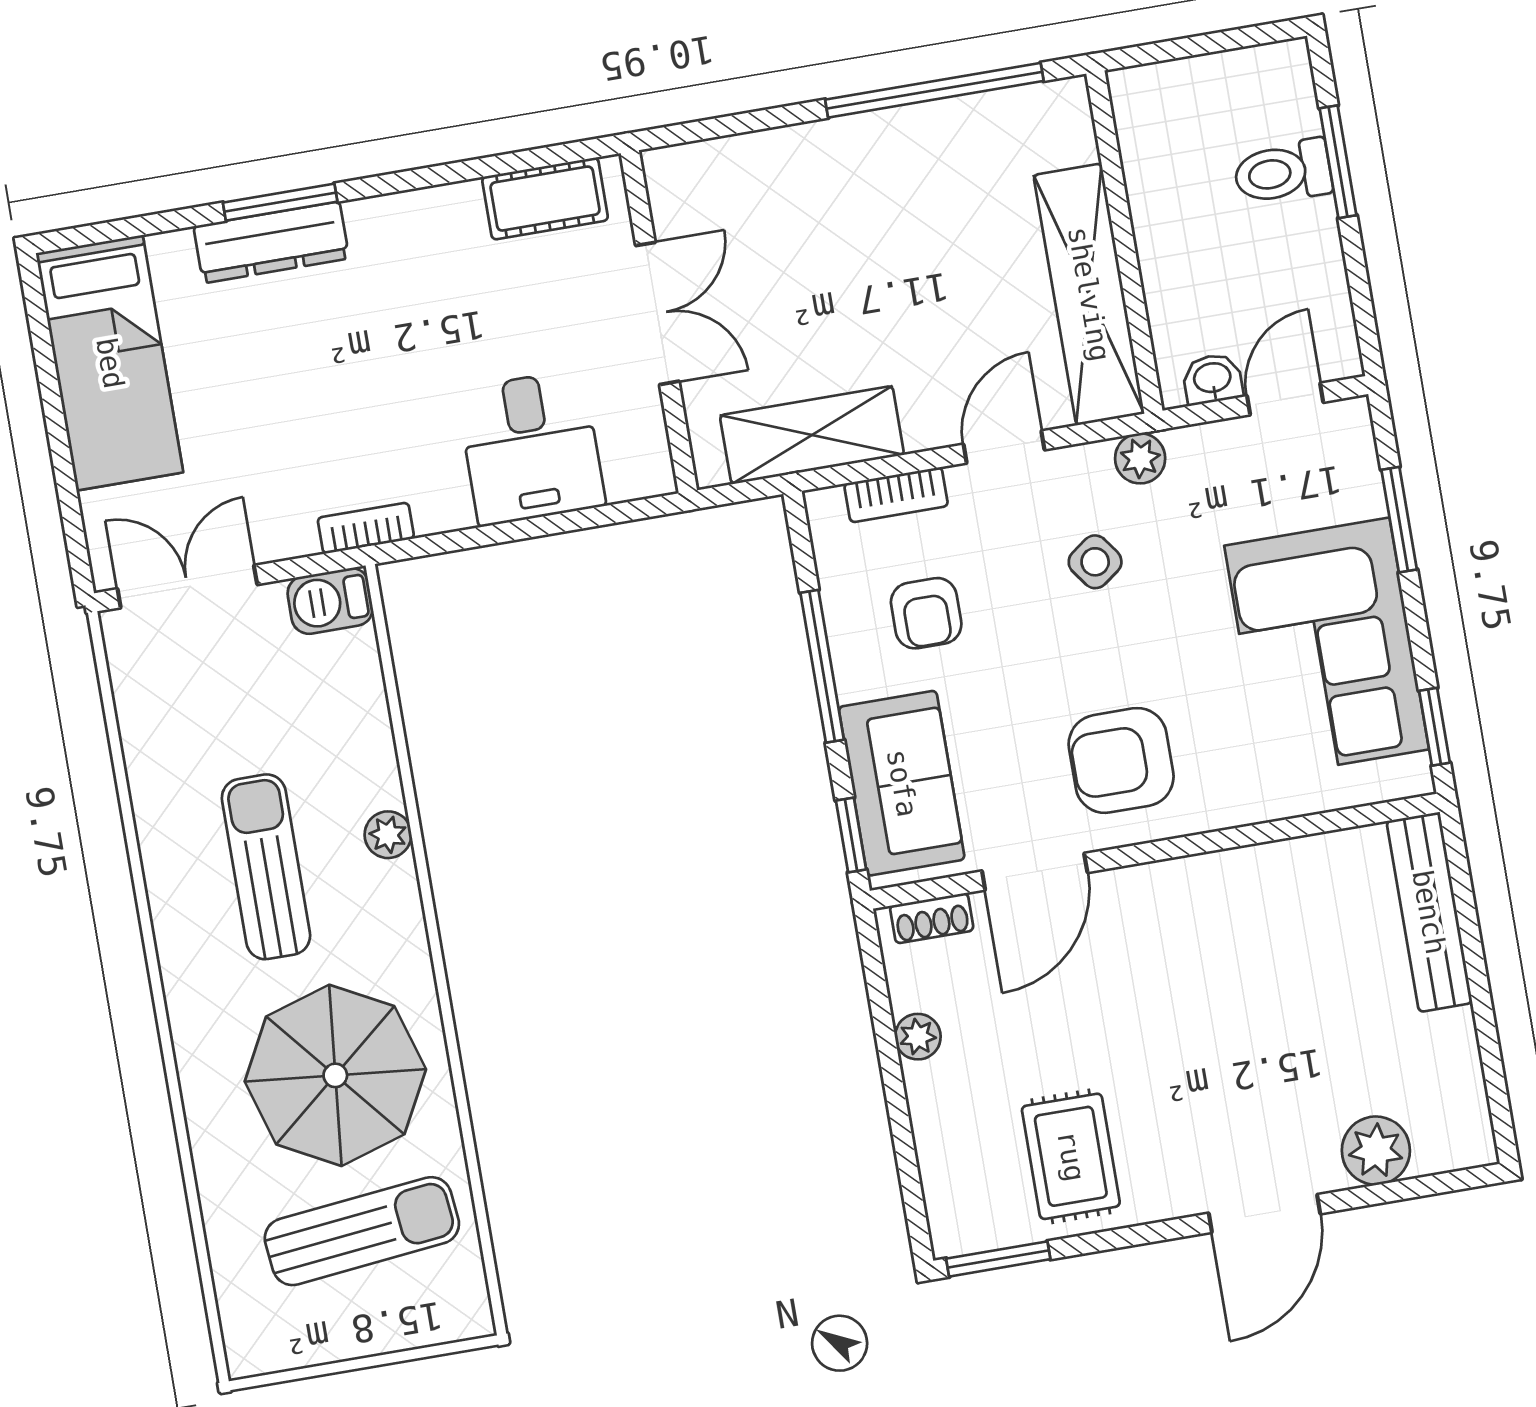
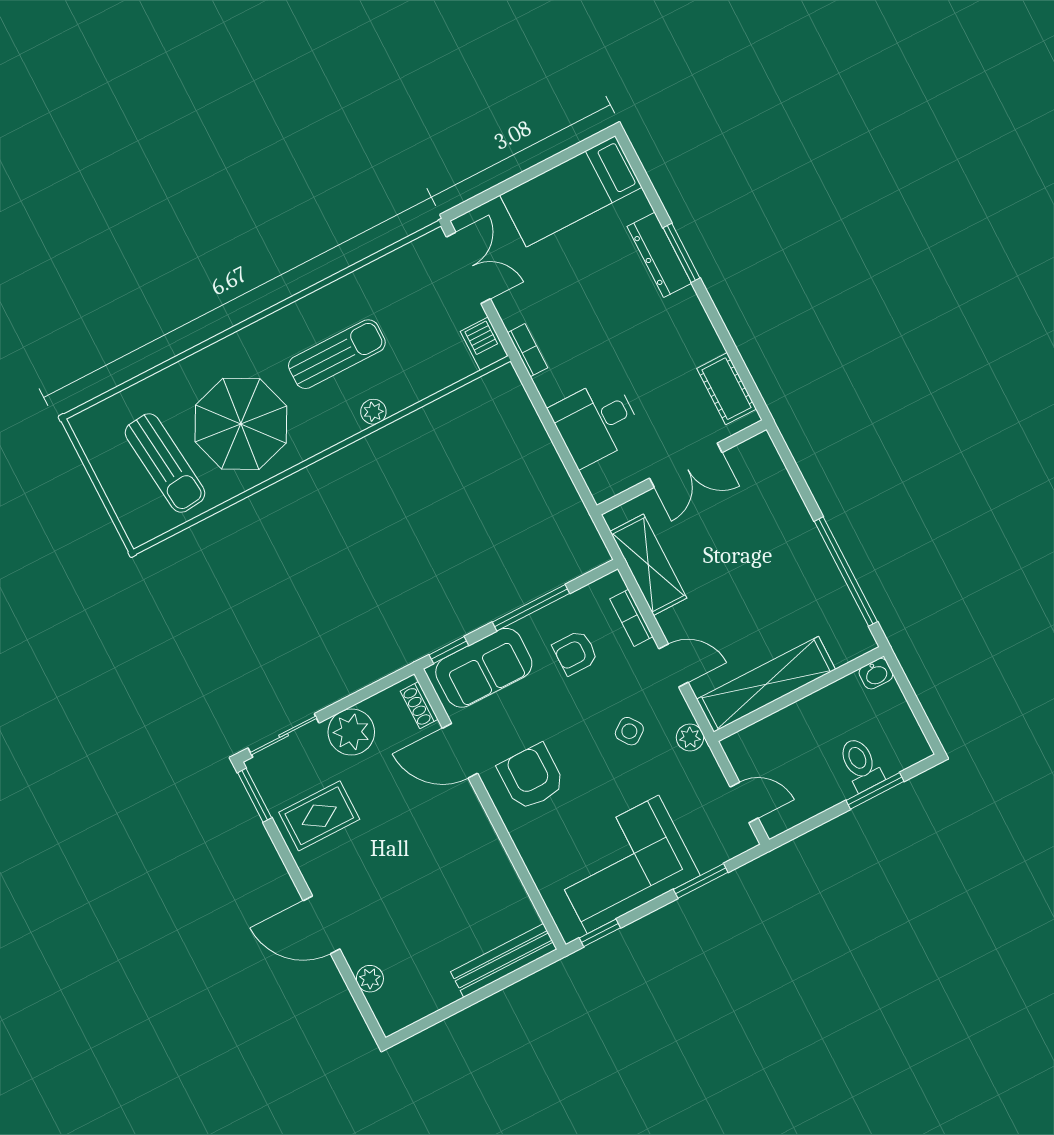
washbasin: (1212, 379) -> (876, 674), moved, turned 90
plant: (918, 1037) -> (351, 732), width x1.87, depth x1.87
plant: (1376, 1151) -> (370, 979), width x0.73, depth x0.73
sliding door: (909, 1174) -> (284, 735), added

